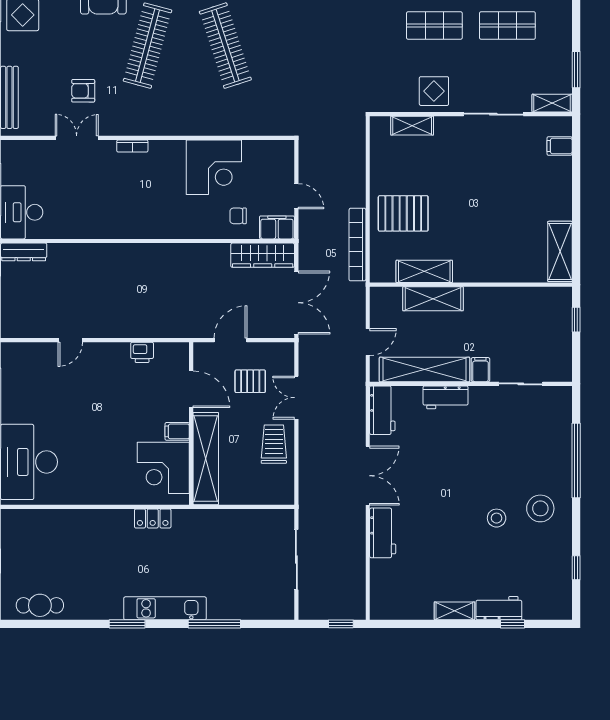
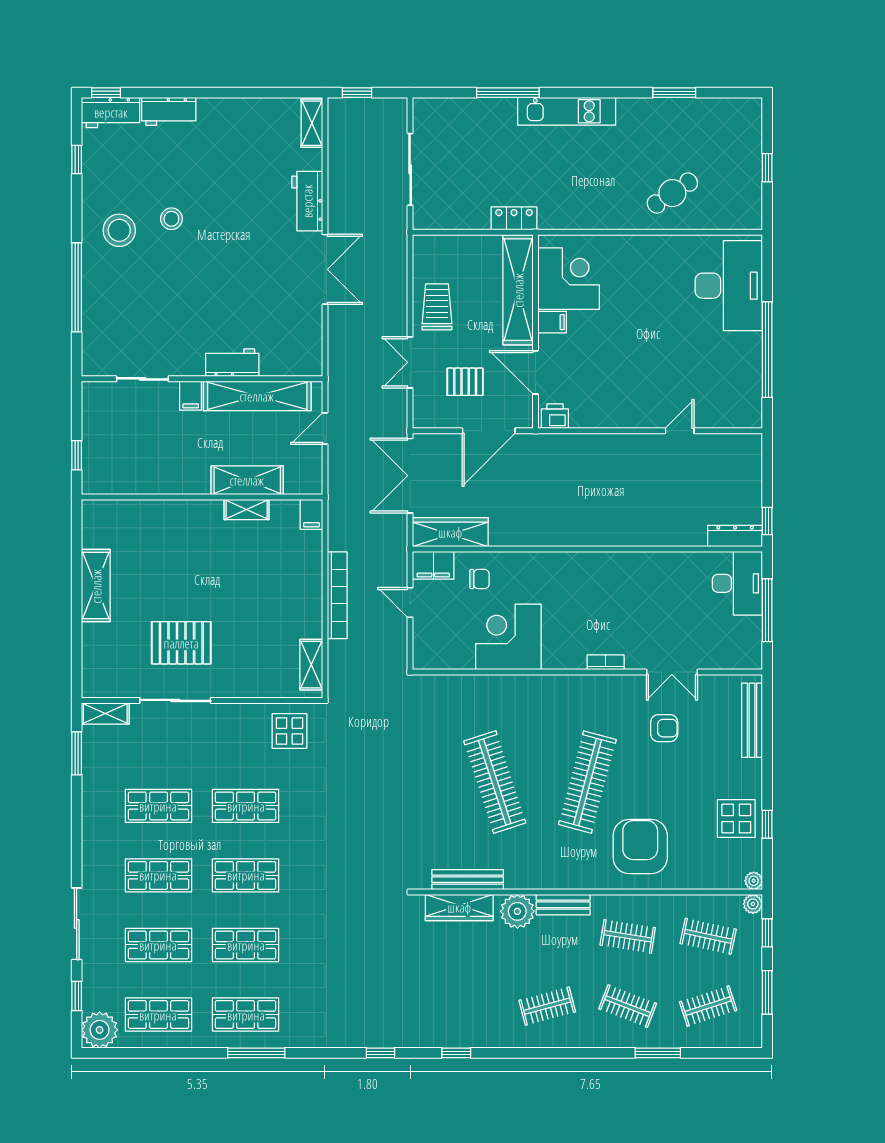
display table: (434, 91) -> (289, 731), moved
shelving: (412, 126) -> (311, 665), moved, turned 90
filing cabinet: (560, 146) -> (311, 514), moved, turned 90
pallet: (403, 213) -> (181, 643), moved
bookcase: (357, 245) -> (337, 595), moved
shelving: (560, 251) -> (96, 586), moved
shelving: (424, 271) -> (247, 509), width x0.67, depth x0.75
door: (230, 340) -> (489, 431), width x1.36
printer: (142, 352) -> (555, 416), moved
double door: (296, 398) -> (410, 362), swing flipped
workbench: (382, 410) -> (111, 112), moved, turned -90
trolley: (274, 444) -> (437, 307), turned 180
double door: (368, 476) -> (325, 269), swing flipped
locker: (153, 518) -> (514, 218), moved
cafe table: (40, 605) -> (672, 193), moved, turned -34
shelving: (454, 611) -> (312, 123), moved, turned 90
window: (127, 624) -> (674, 93), moved
window: (512, 624) -> (106, 93), moved

